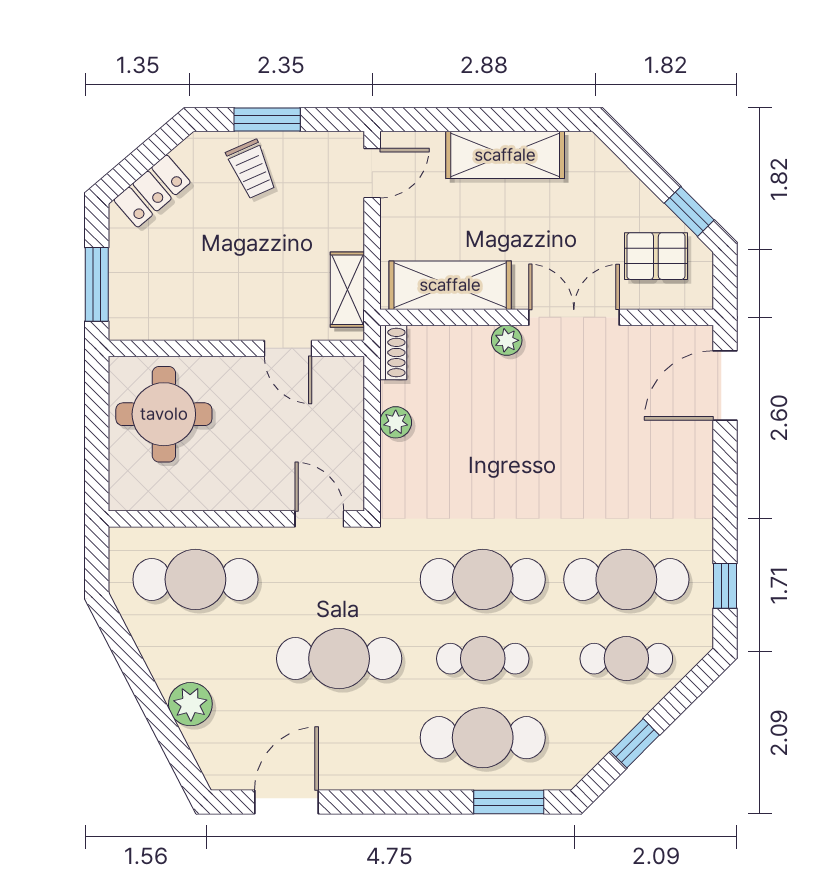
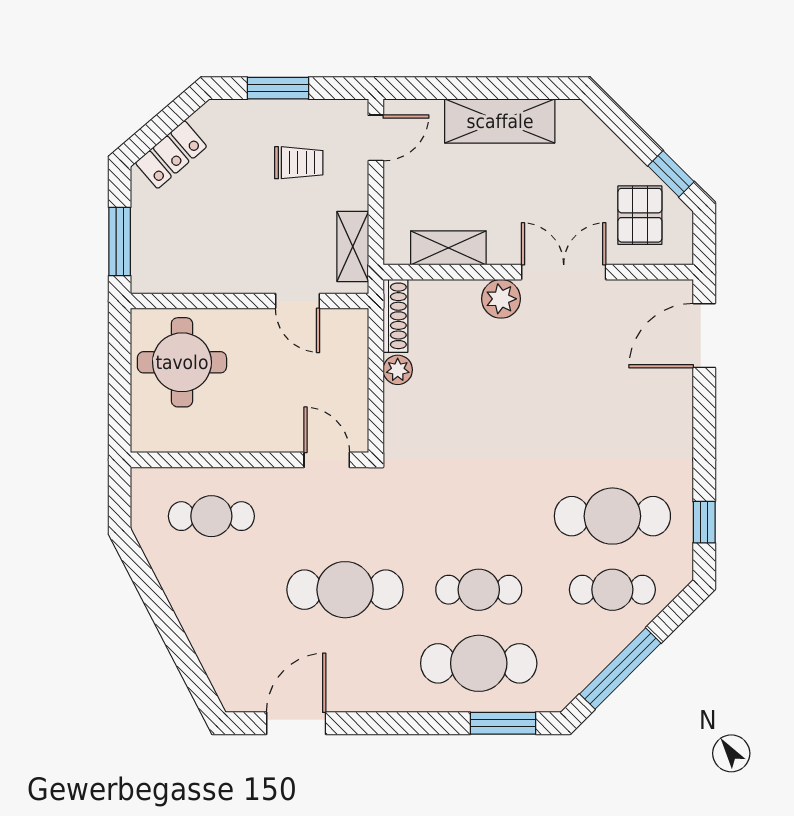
trolley: (251, 169) -> (299, 163), moved, turned -66
pallet: (656, 256) -> (640, 215), turned 90
shelving: (450, 285) -> (448, 248), width x0.67, depth x0.75
plant: (507, 340) -> (501, 299), width x1.38, depth x1.38
shoe rack: (393, 353) -> (395, 316), width x1.43
cafe table: (195, 579) -> (211, 516), width x0.73, depth x0.74
cafe table: (483, 579) -> (479, 516), removed
plant: (190, 704) -> (207, 632), removed
window: (635, 743) -> (620, 669), width x2.17

